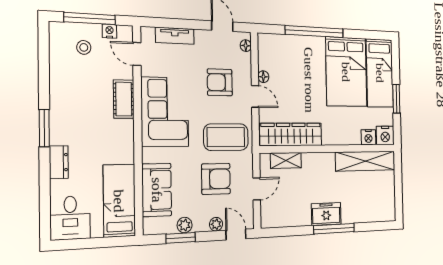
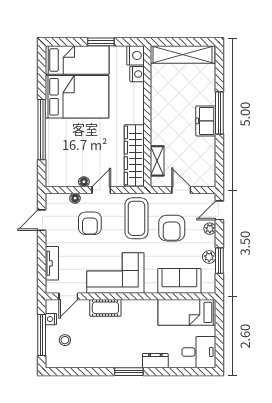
floor lamp: (246, 46) -> (75, 198), moved
shelving: (365, 161) -> (183, 54), moved, turned 90
armchair: (216, 179) -> (172, 228), turned 180

